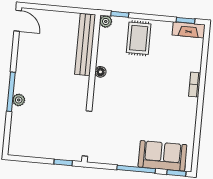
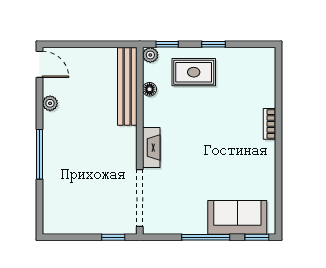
window: (185, 20) -> (214, 44), moved
fireplace: (189, 30) -> (151, 148), moved, turned -90
rug: (139, 38) -> (194, 72), turned 90
floor lamp: (100, 72) -> (150, 89), moved
plant: (19, 100) -> (50, 103), moved

